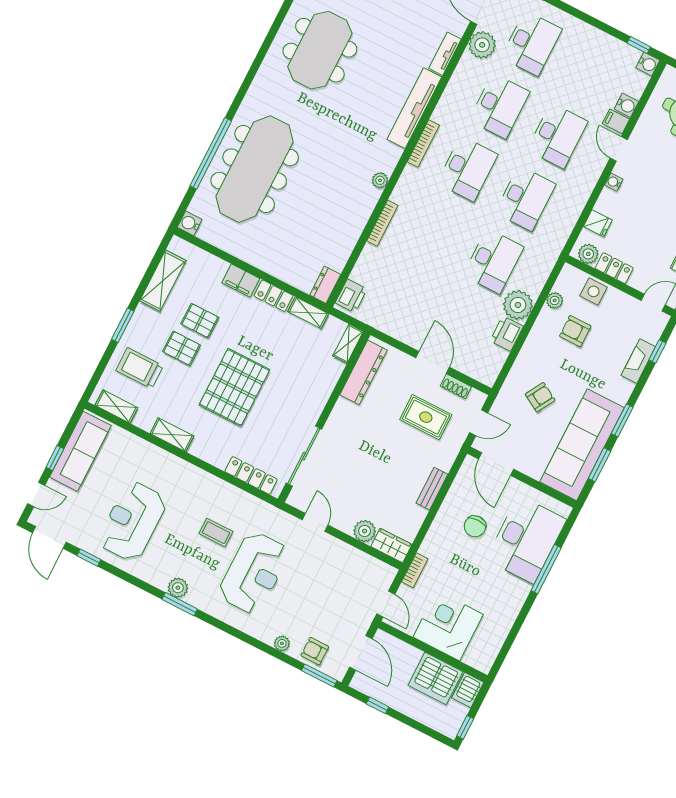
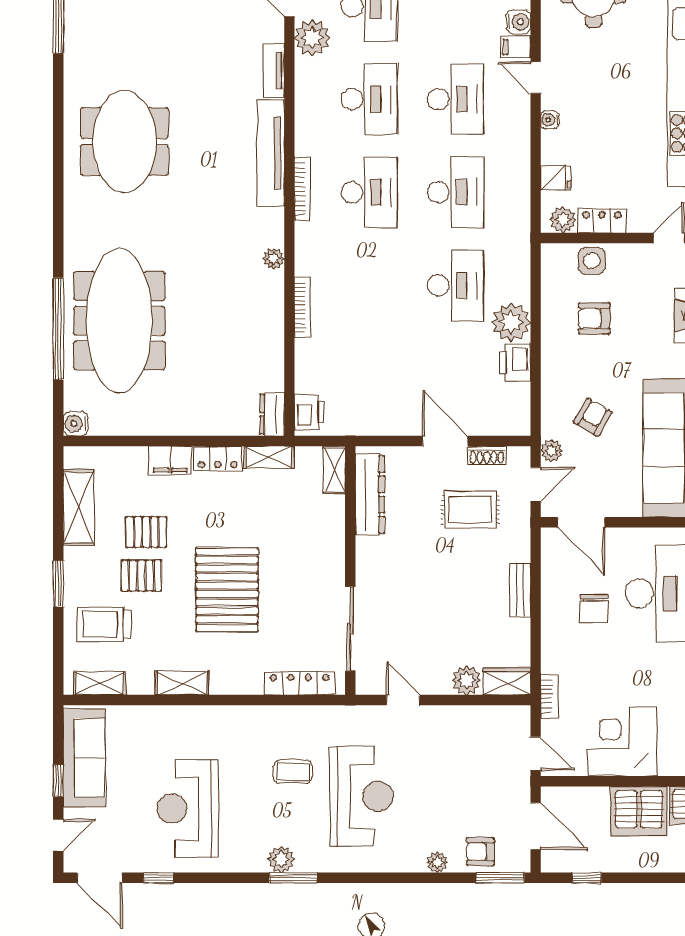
plant: (555, 301) -> (552, 451), moved

